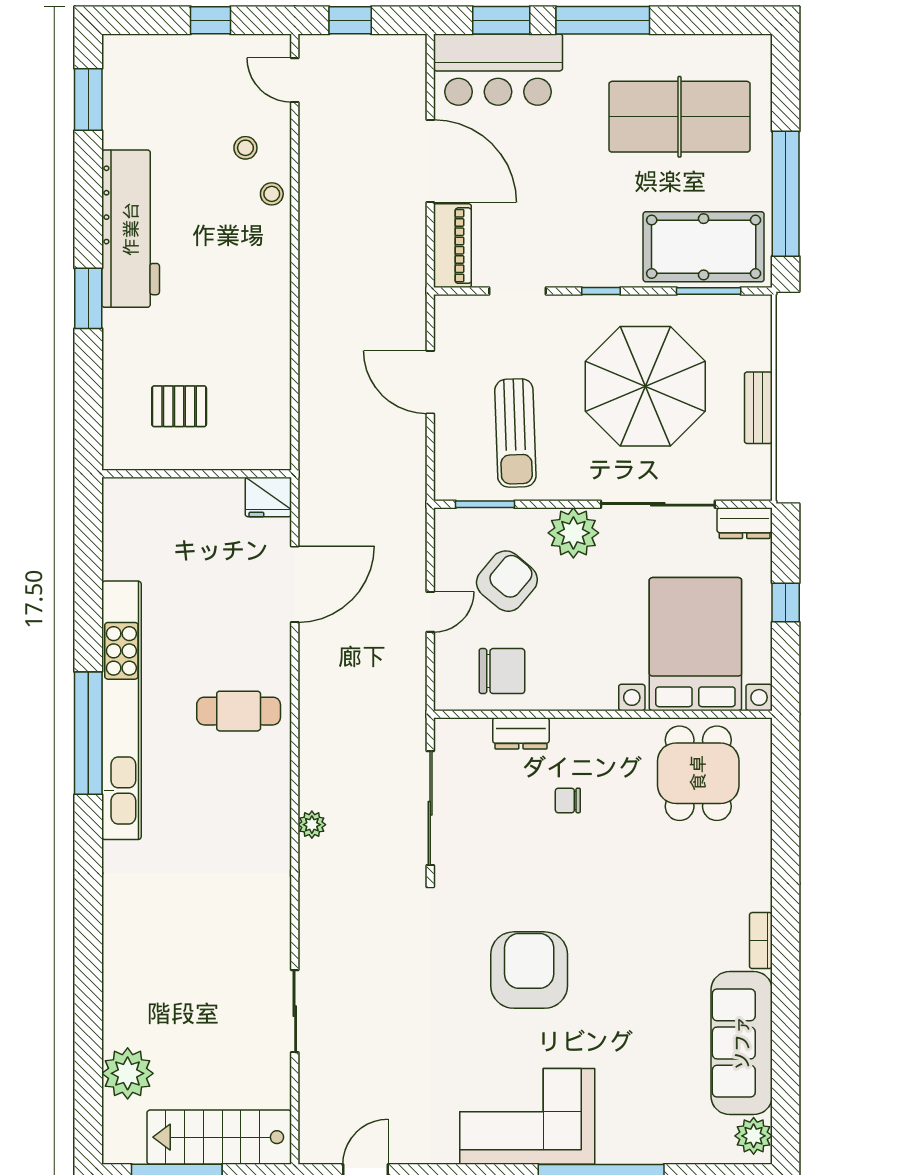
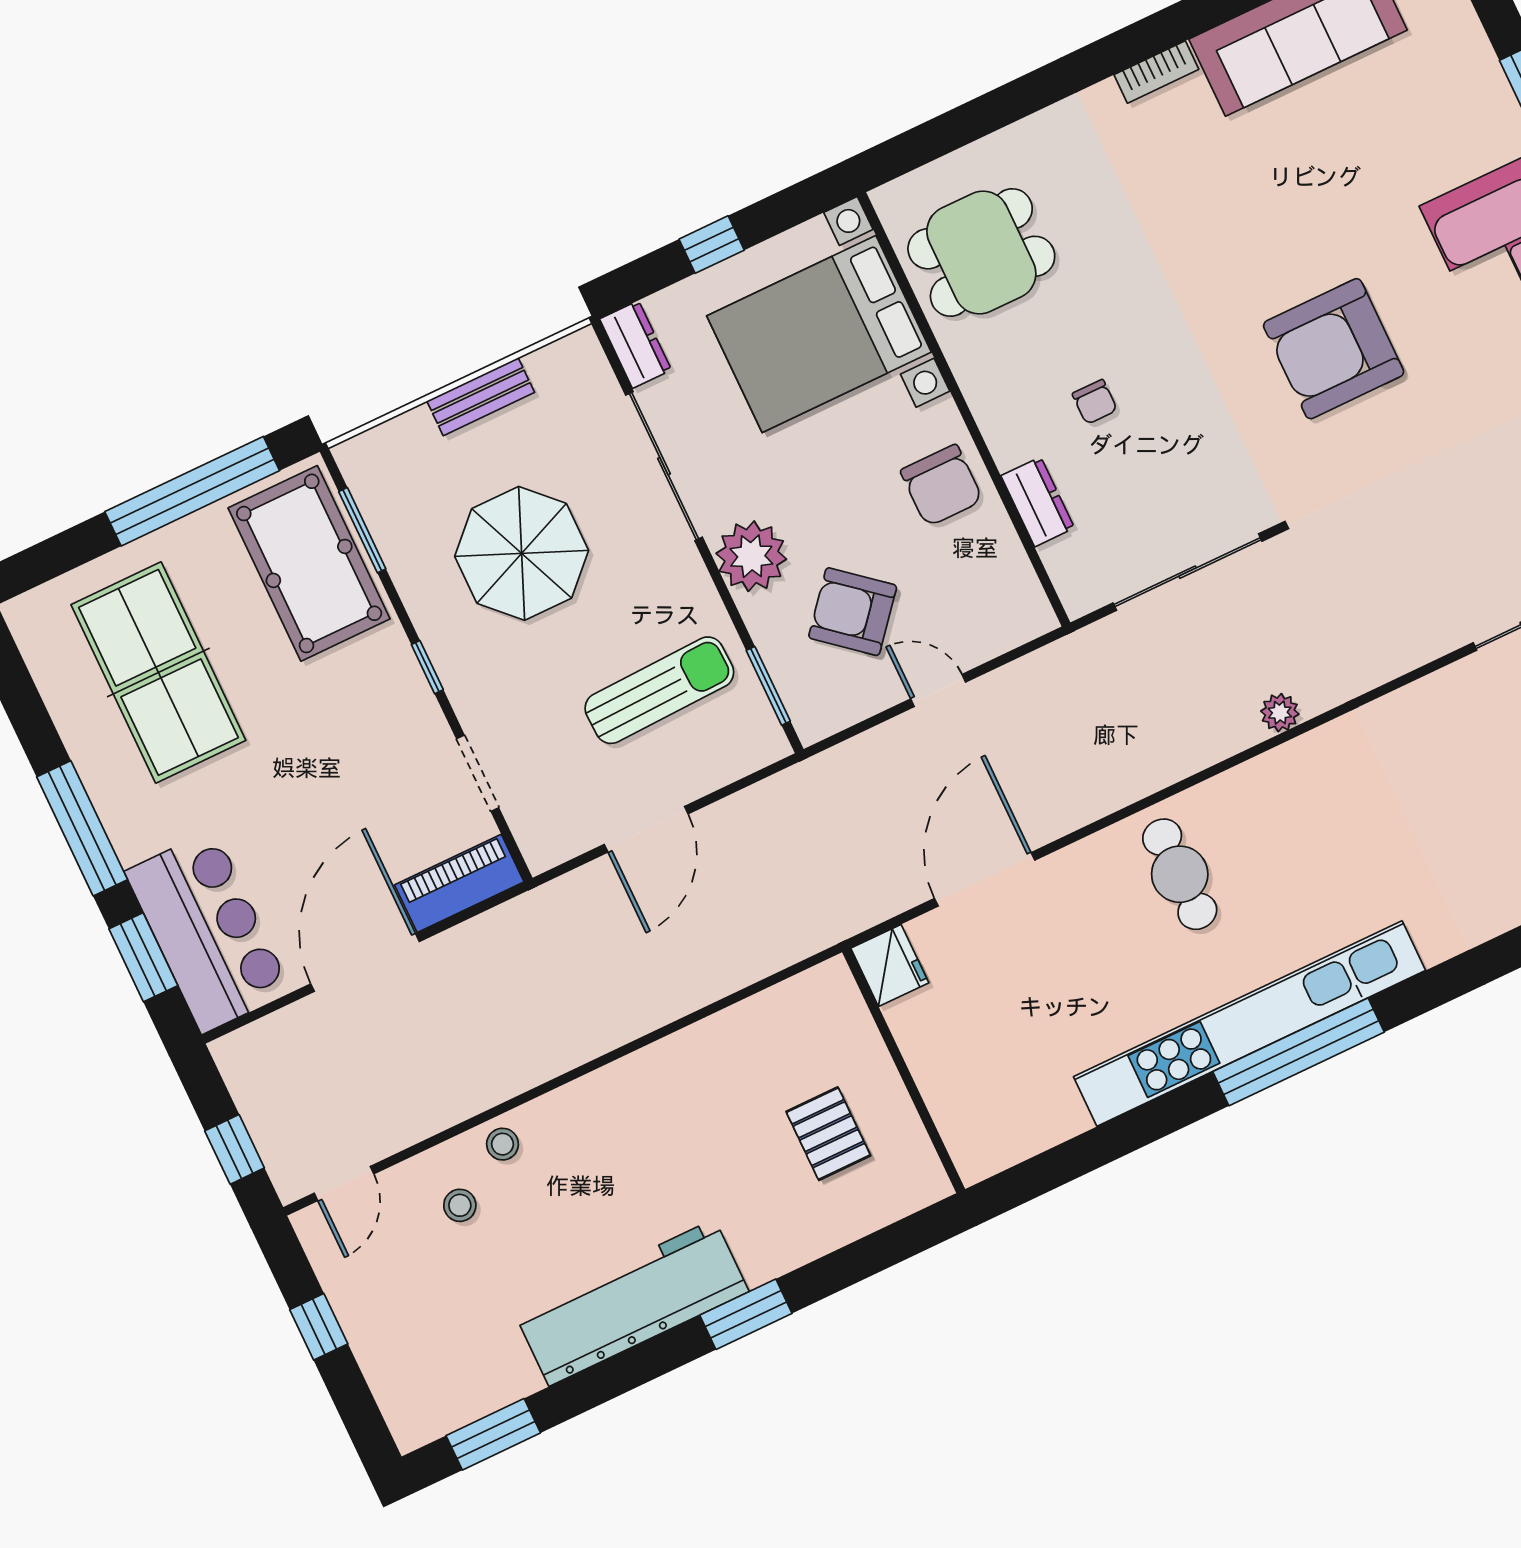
parasol: (645, 386) -> (522, 553), width x0.73, depth x0.73
door: (295, 584) -> (985, 879), hinge flipped
chair: (502, 671) -> (942, 485), moved, turned 180

